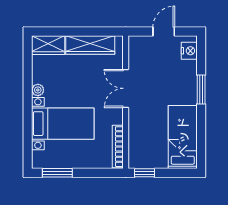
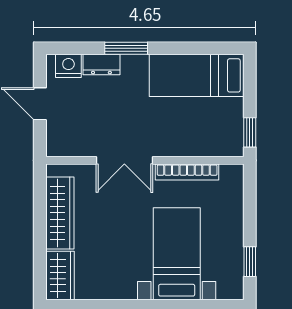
dresser: (190, 73) -> (101, 65), added
plant: (38, 90) -> (127, 291), removed
bookcase: (118, 147) -> (187, 172), moved
window: (57, 173) -> (250, 262), width x0.67

